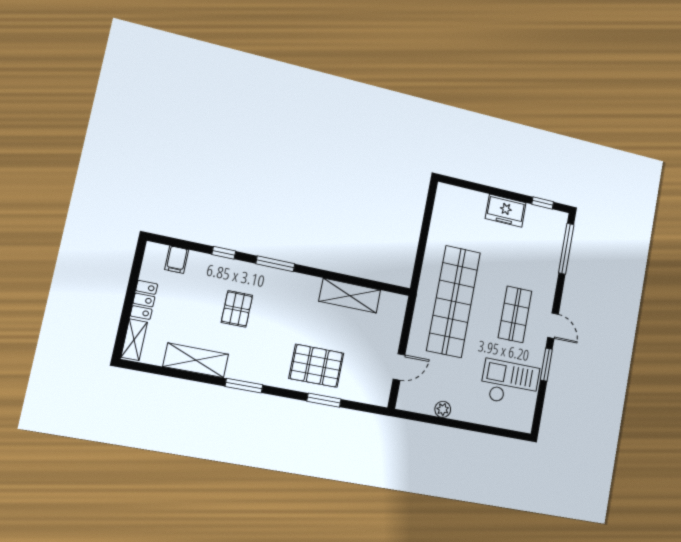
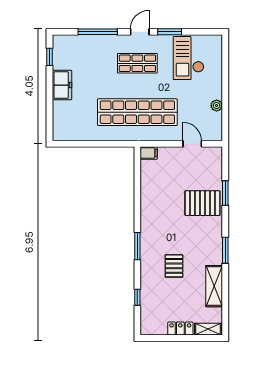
window: (566, 249) -> (98, 32), moved
window: (224, 253) -> (137, 297), moved
filing cabinet: (177, 260) -> (149, 153), moved
shelving: (350, 296) -> (149, 189), removed
pallet: (237, 309) -> (174, 266), turned 90
pallet: (316, 366) -> (202, 203), turned 90

